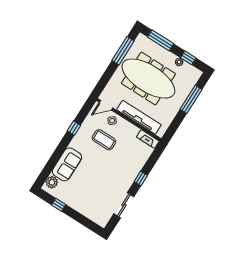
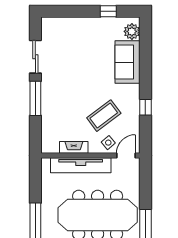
fireplace: (148, 139) -> (74, 147), moved
coffee table: (104, 140) -> (104, 116), turned -37
window: (141, 178) -> (35, 98), width x2.17

